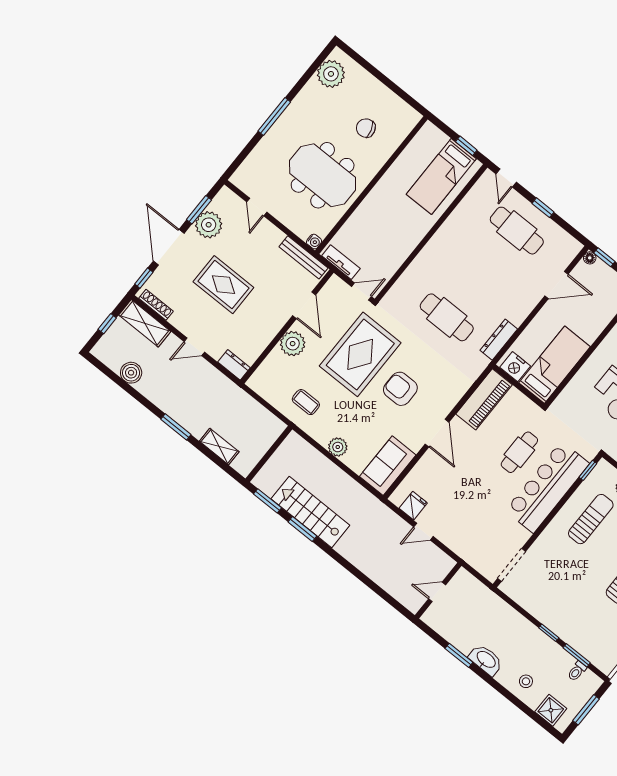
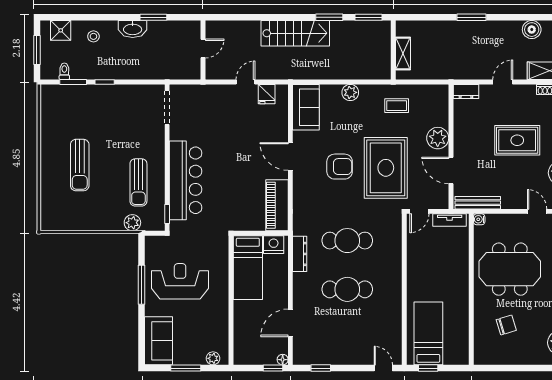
window: (543, 208) -> (321, 368), moved
cafe table: (517, 231) -> (347, 289), moved
shelving: (219, 446) -> (403, 54), moved, turned 90
cafe table: (519, 452) -> (224, 189), removed
stairs: (310, 512) -> (295, 33), moved

